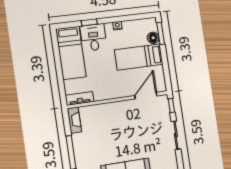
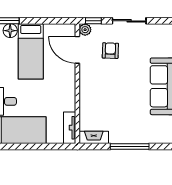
plant: (163, 100) -> (85, 30), added
armchair: (149, 123) -> (110, 51), added

